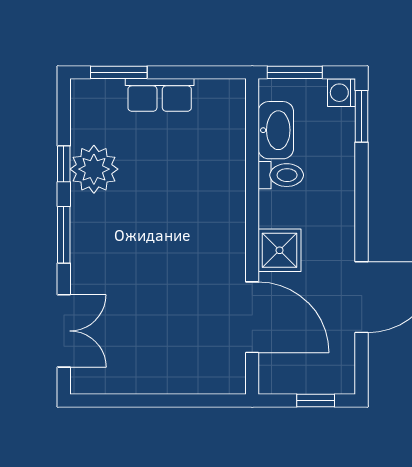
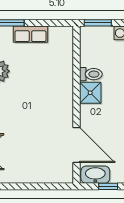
washbasin: (276, 130) -> (95, 175), moved, turned -90
shower: (280, 250) -> (90, 93), moved

